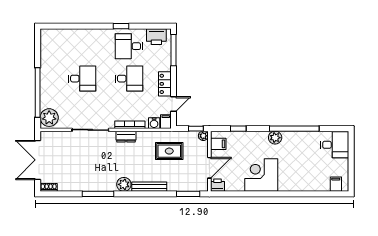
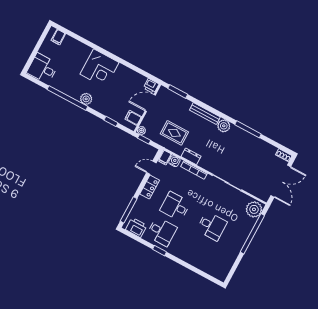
desk: (82, 79) -> (212, 226), turned 180
dresser: (126, 137) -> (191, 156), moved
corner desk: (261, 175) -> (100, 68), moved

